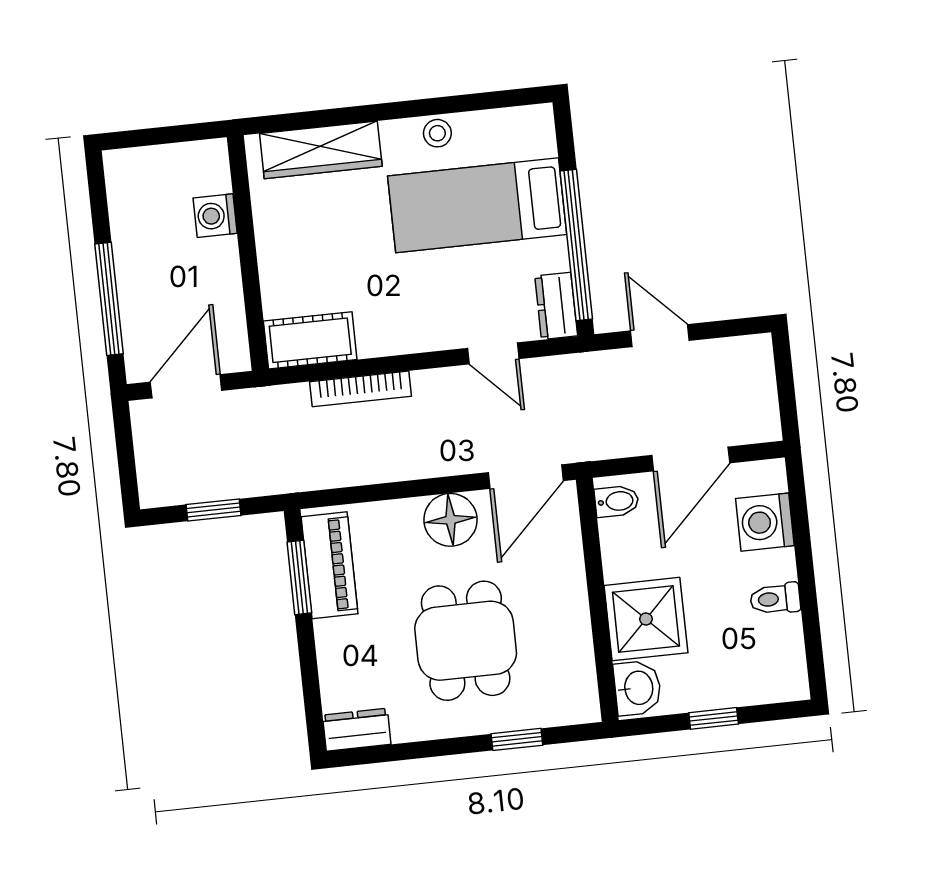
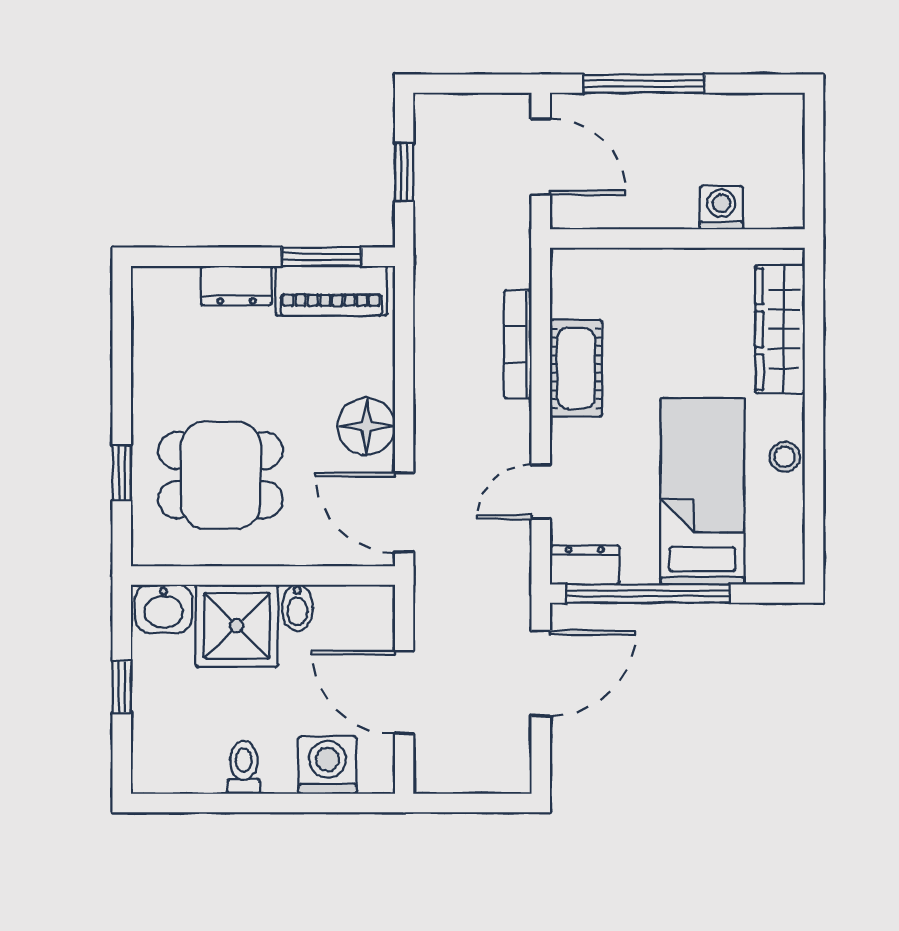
door: (660, 336) -> (541, 673), width x1.38
cot: (310, 340) -> (576, 368), moved
bidet: (617, 501) -> (297, 608), moved
dining table: (466, 641) -> (221, 475), moved
dresser: (357, 730) -> (236, 286), moved, turned 90

